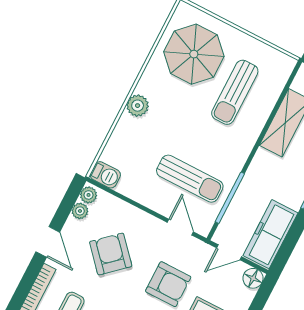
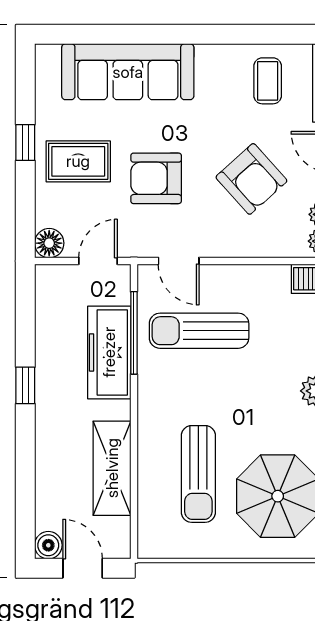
sun lounger: (235, 92) -> (198, 474), turned 180
freezer: (271, 234) -> (109, 352), moved, turned 180

